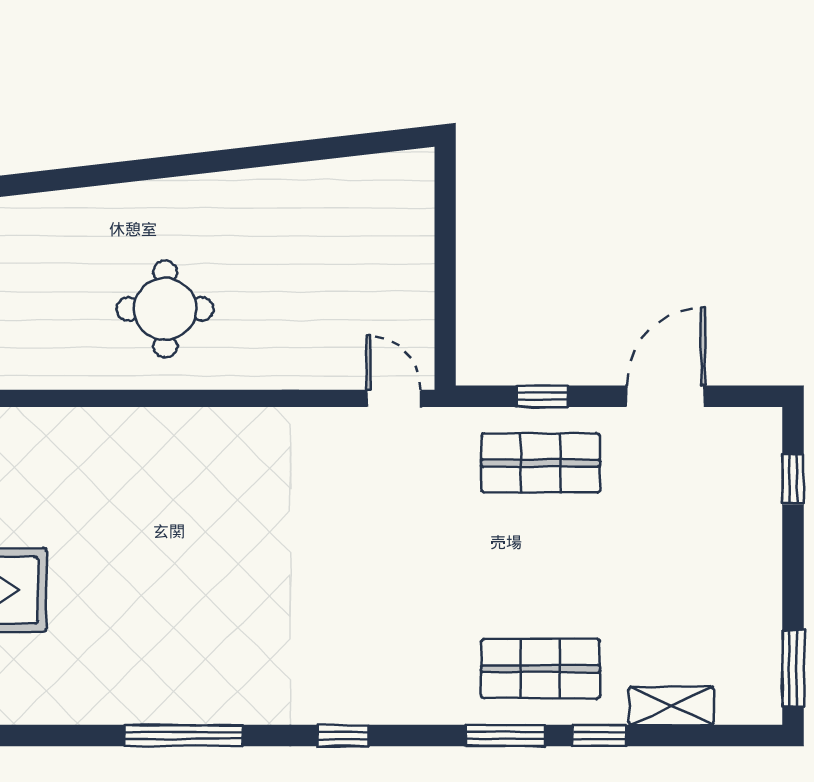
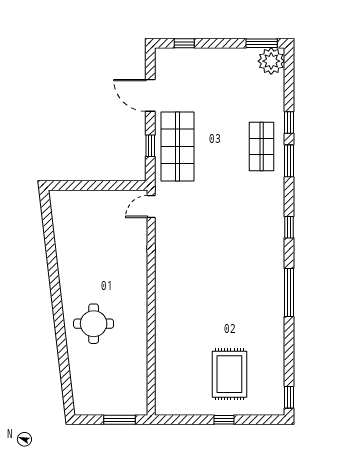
round table: (165, 309) -> (94, 324), moved
shop shelf: (541, 463) -> (178, 147), width x1.43, depth x1.36
plant: (750, 692) -> (271, 61), added
shelving: (671, 706) -> (277, 93), removed

